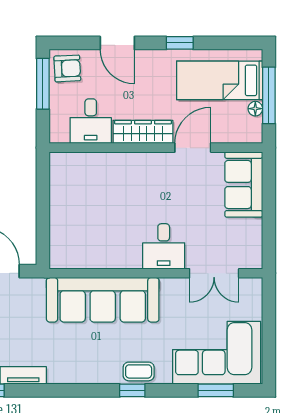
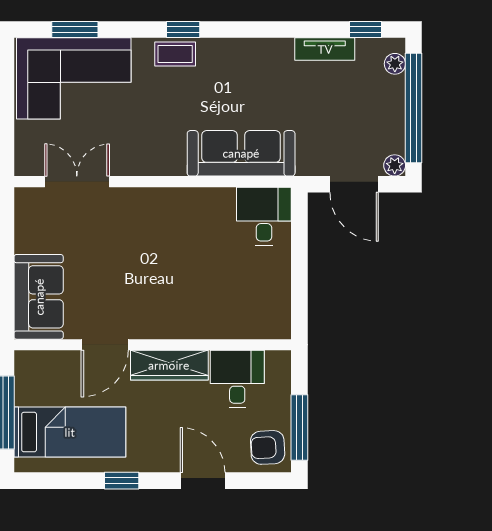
floor lamp: (255, 109) -> (23, 395), removed
desk: (164, 246) -> (264, 216), moved
sofa: (103, 300) -> (241, 153), width x0.74, depth x0.79

